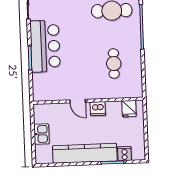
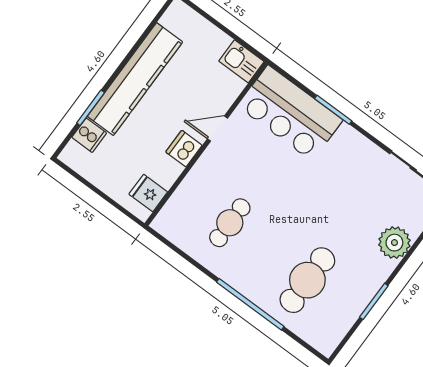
bar counter: (45, 46) -> (290, 113), moved
cafe table: (114, 64) -> (230, 223), turned 90
kitchen sink: (42, 134) -> (241, 61), moved

